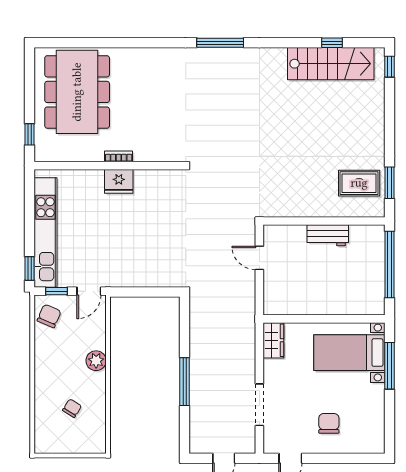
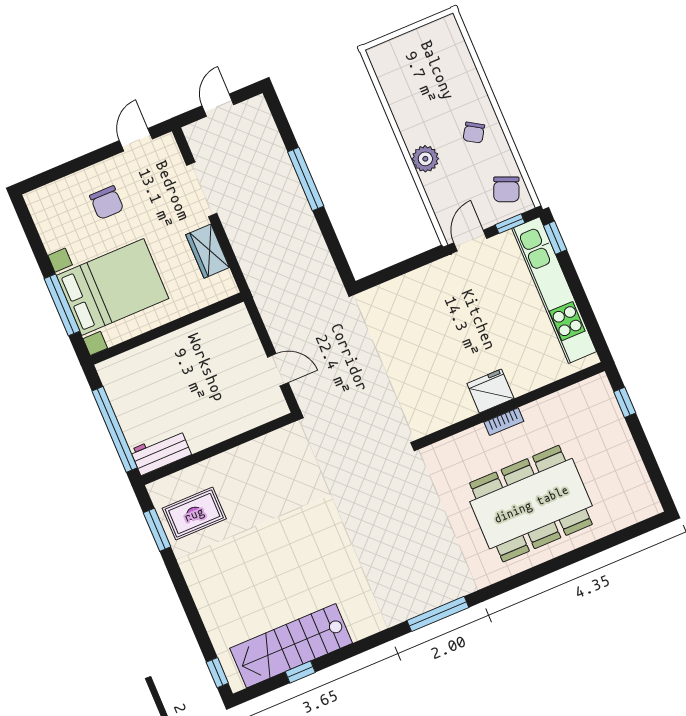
dining table: (77, 92) -> (531, 504), moved, turned 90
workbench: (328, 235) -> (161, 452), moved
wardrobe: (273, 340) -> (208, 251), moved
bed with nightstands: (349, 353) -> (113, 287), width x1.36
chair: (72, 408) -> (474, 133), moved

